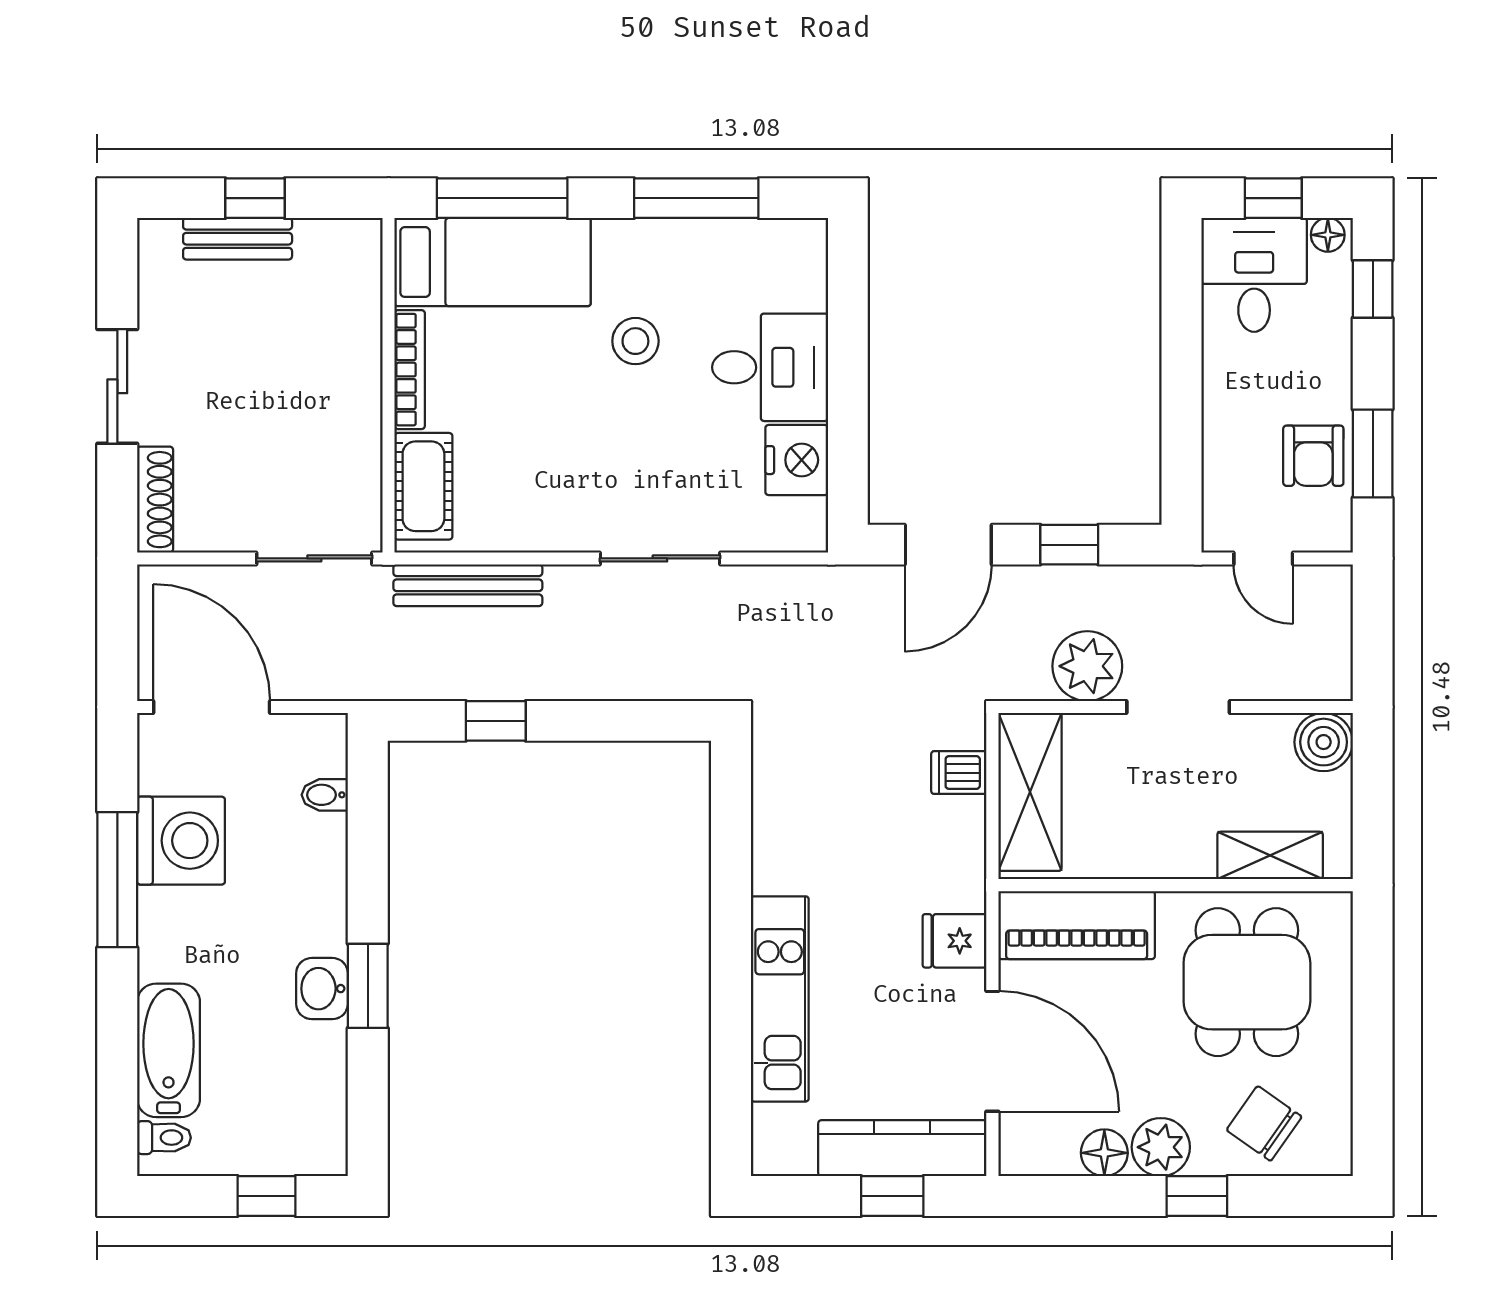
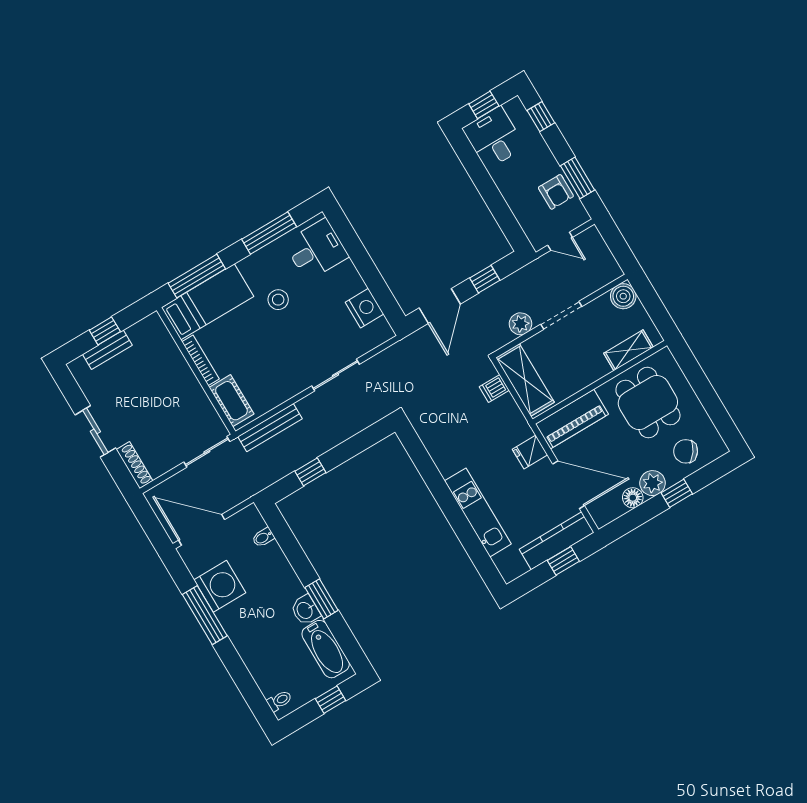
floor lamp: (1328, 235) -> (512, 106), removed
desk: (770, 367) -> (316, 250), moved
plant: (1087, 666) -> (520, 324), width x0.73, depth x0.73
bathtub: (169, 1050) -> (326, 649), moved, turned 180

